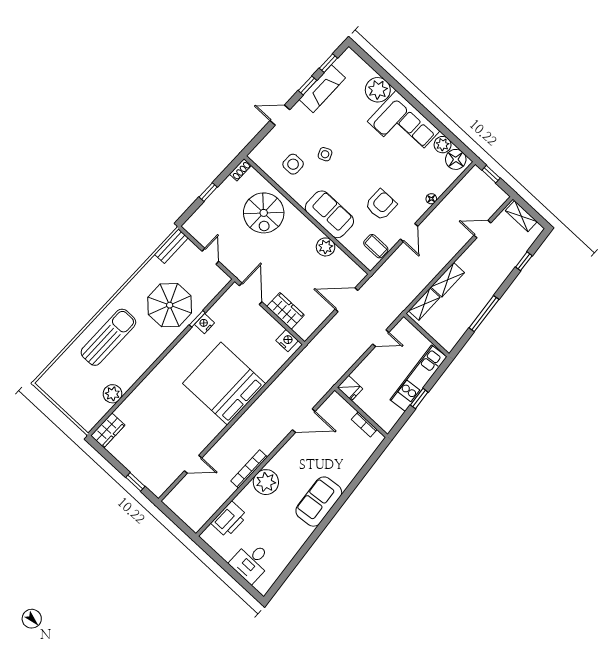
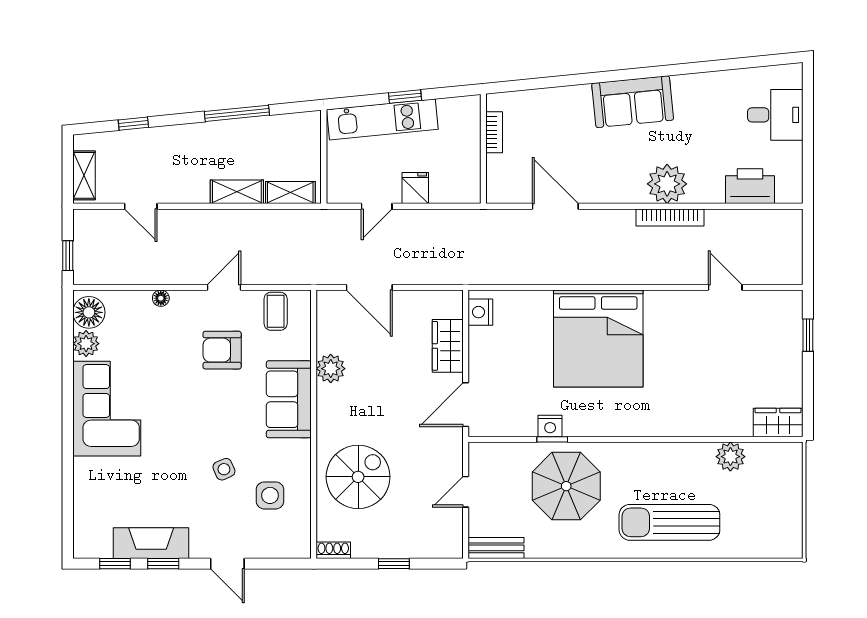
plant: (378, 90) -> (92, 478), removed
door: (381, 338) -> (377, 206), swing flipped
fridge: (350, 388) -> (415, 188), moved

